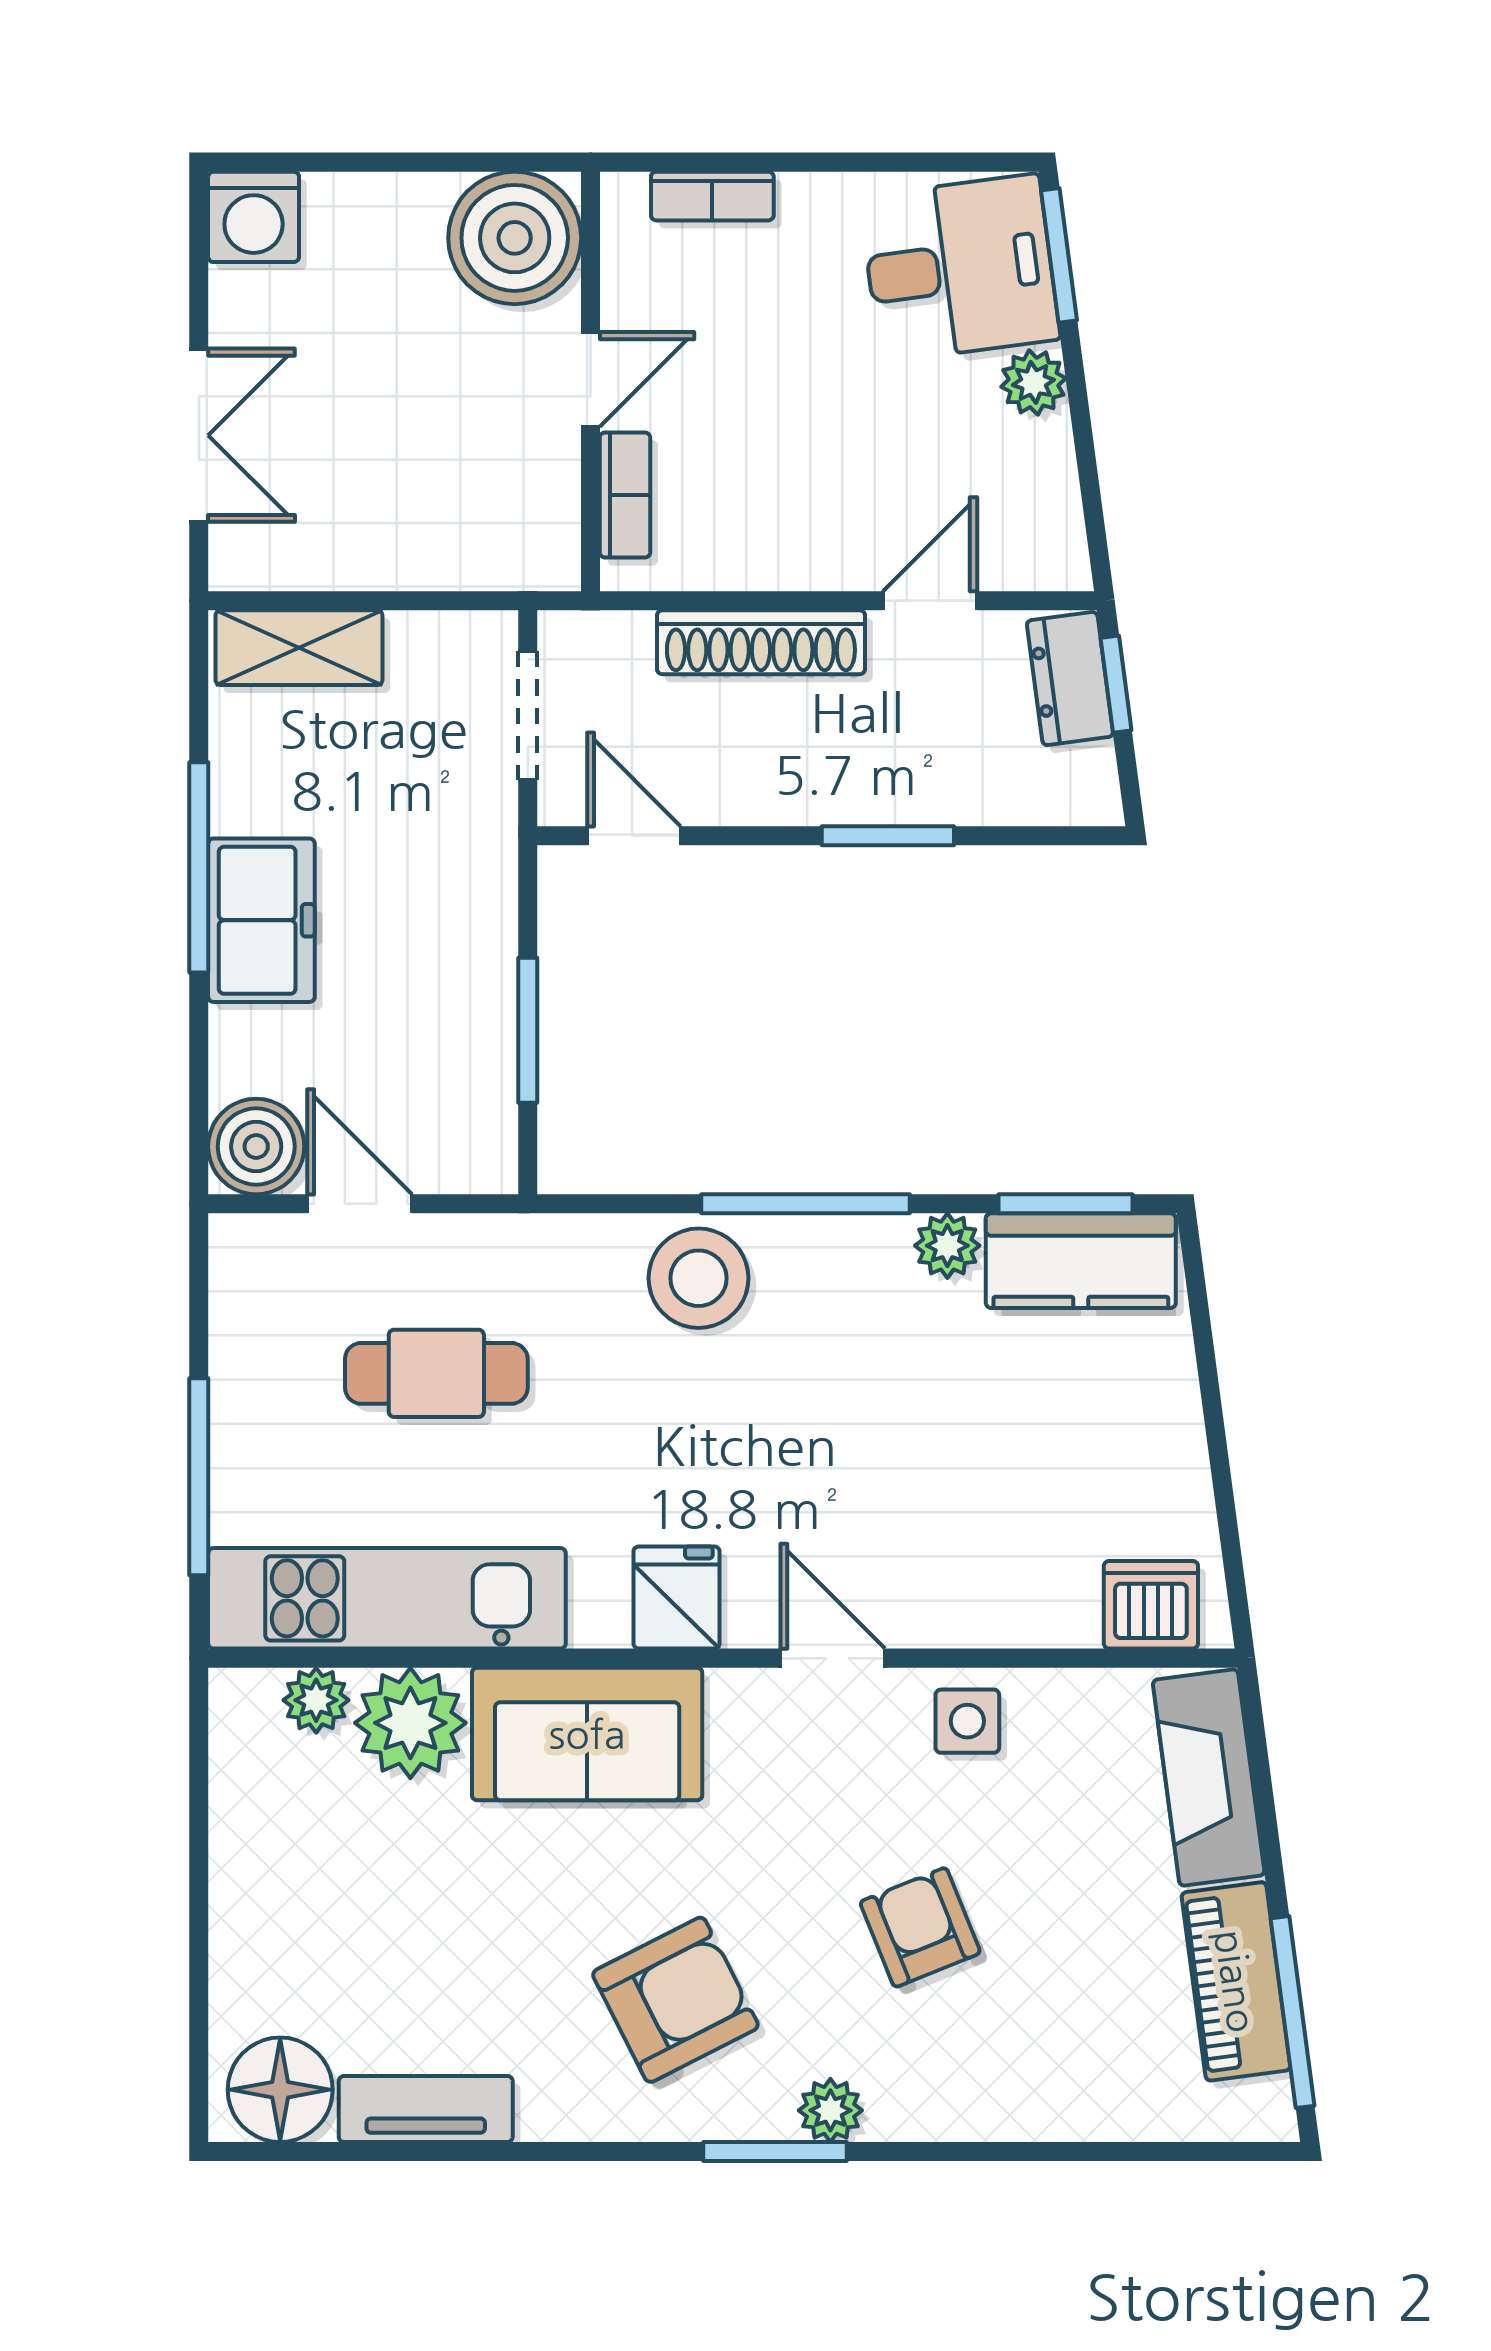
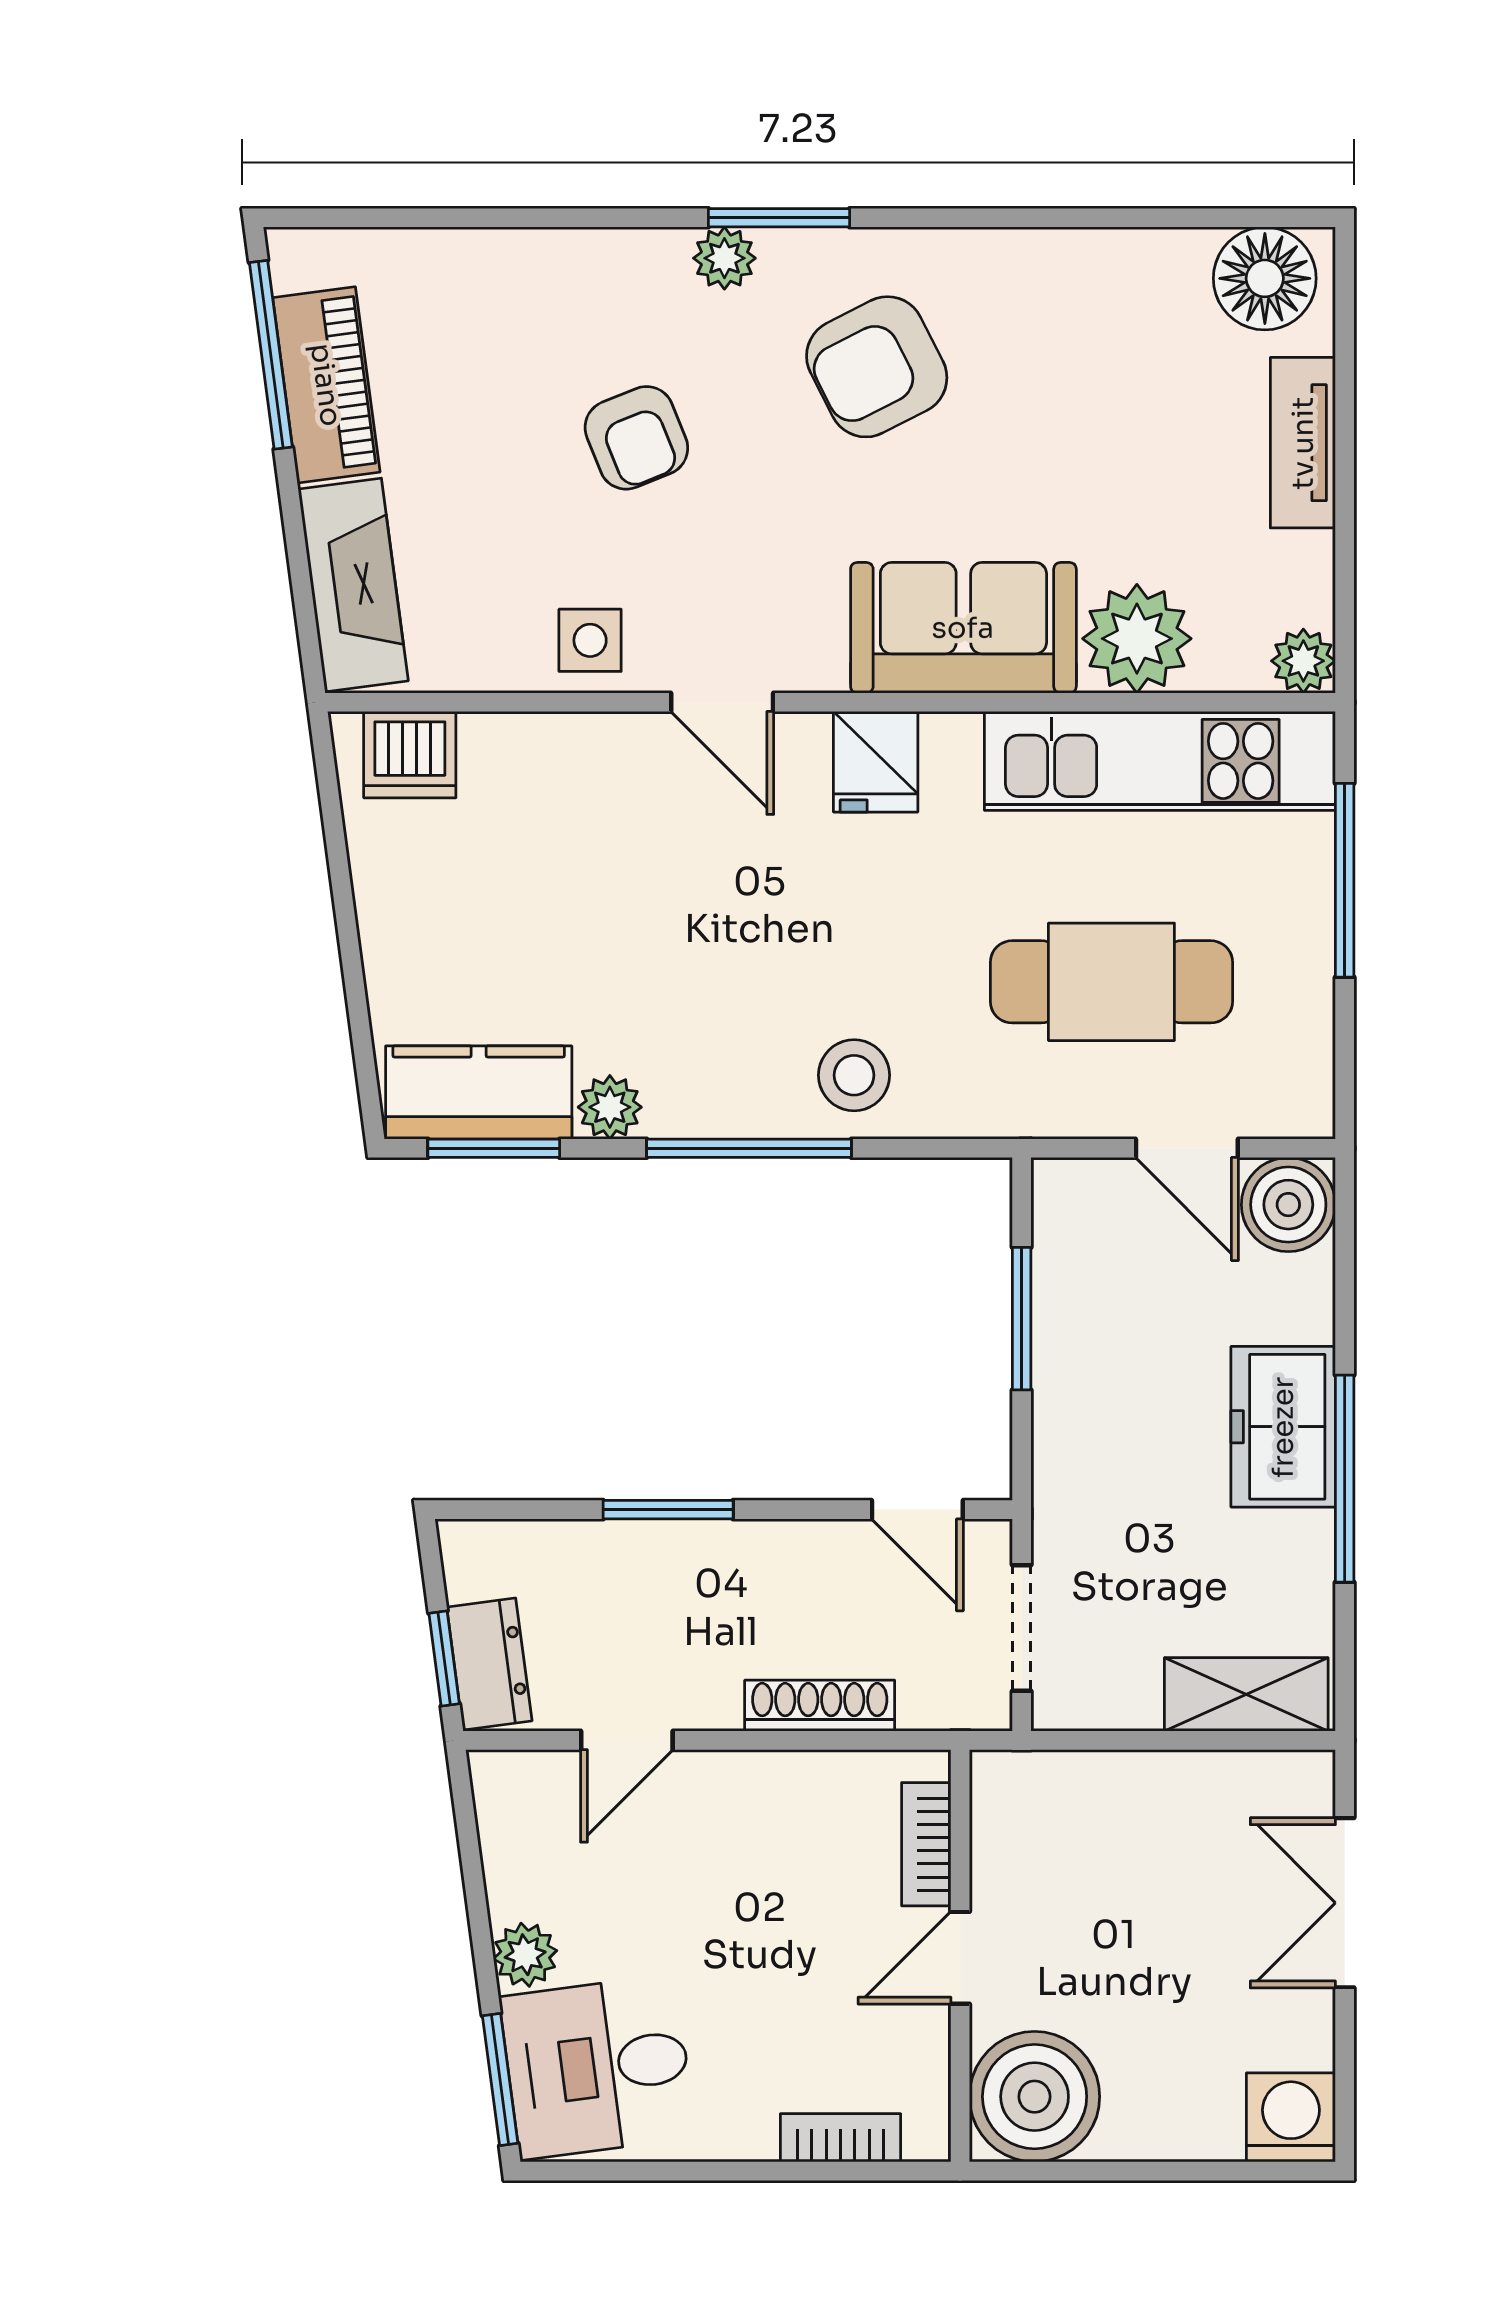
shoe rack: (761, 642) -> (820, 1706), width x0.74, depth x0.81
stool: (699, 1278) -> (854, 1075), width x0.73, depth x0.73
cafe table: (436, 1373) -> (1111, 982), width x1.37, depth x1.35
plant: (316, 1700) -> (1303, 661), moved
tv unit: (426, 2109) -> (1303, 443), moved, turned 90

